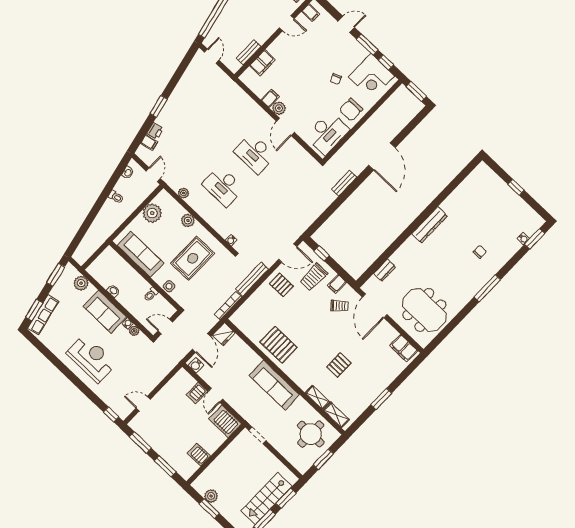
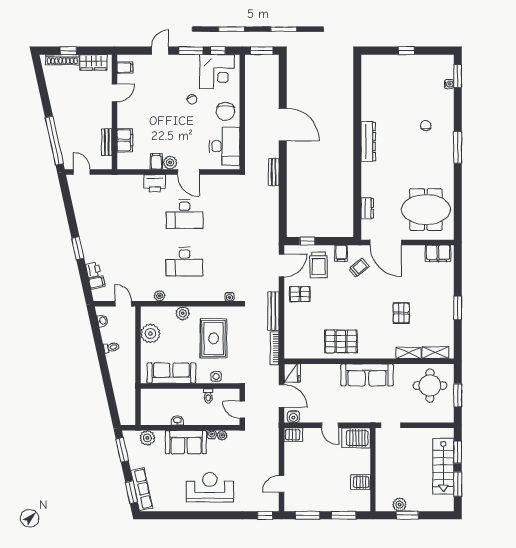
printer: (255, 112) -> (155, 183), added
door: (165, 327) -> (242, 410), hinge flipped
server rack: (197, 393) -> (293, 435), moved, turned -90

